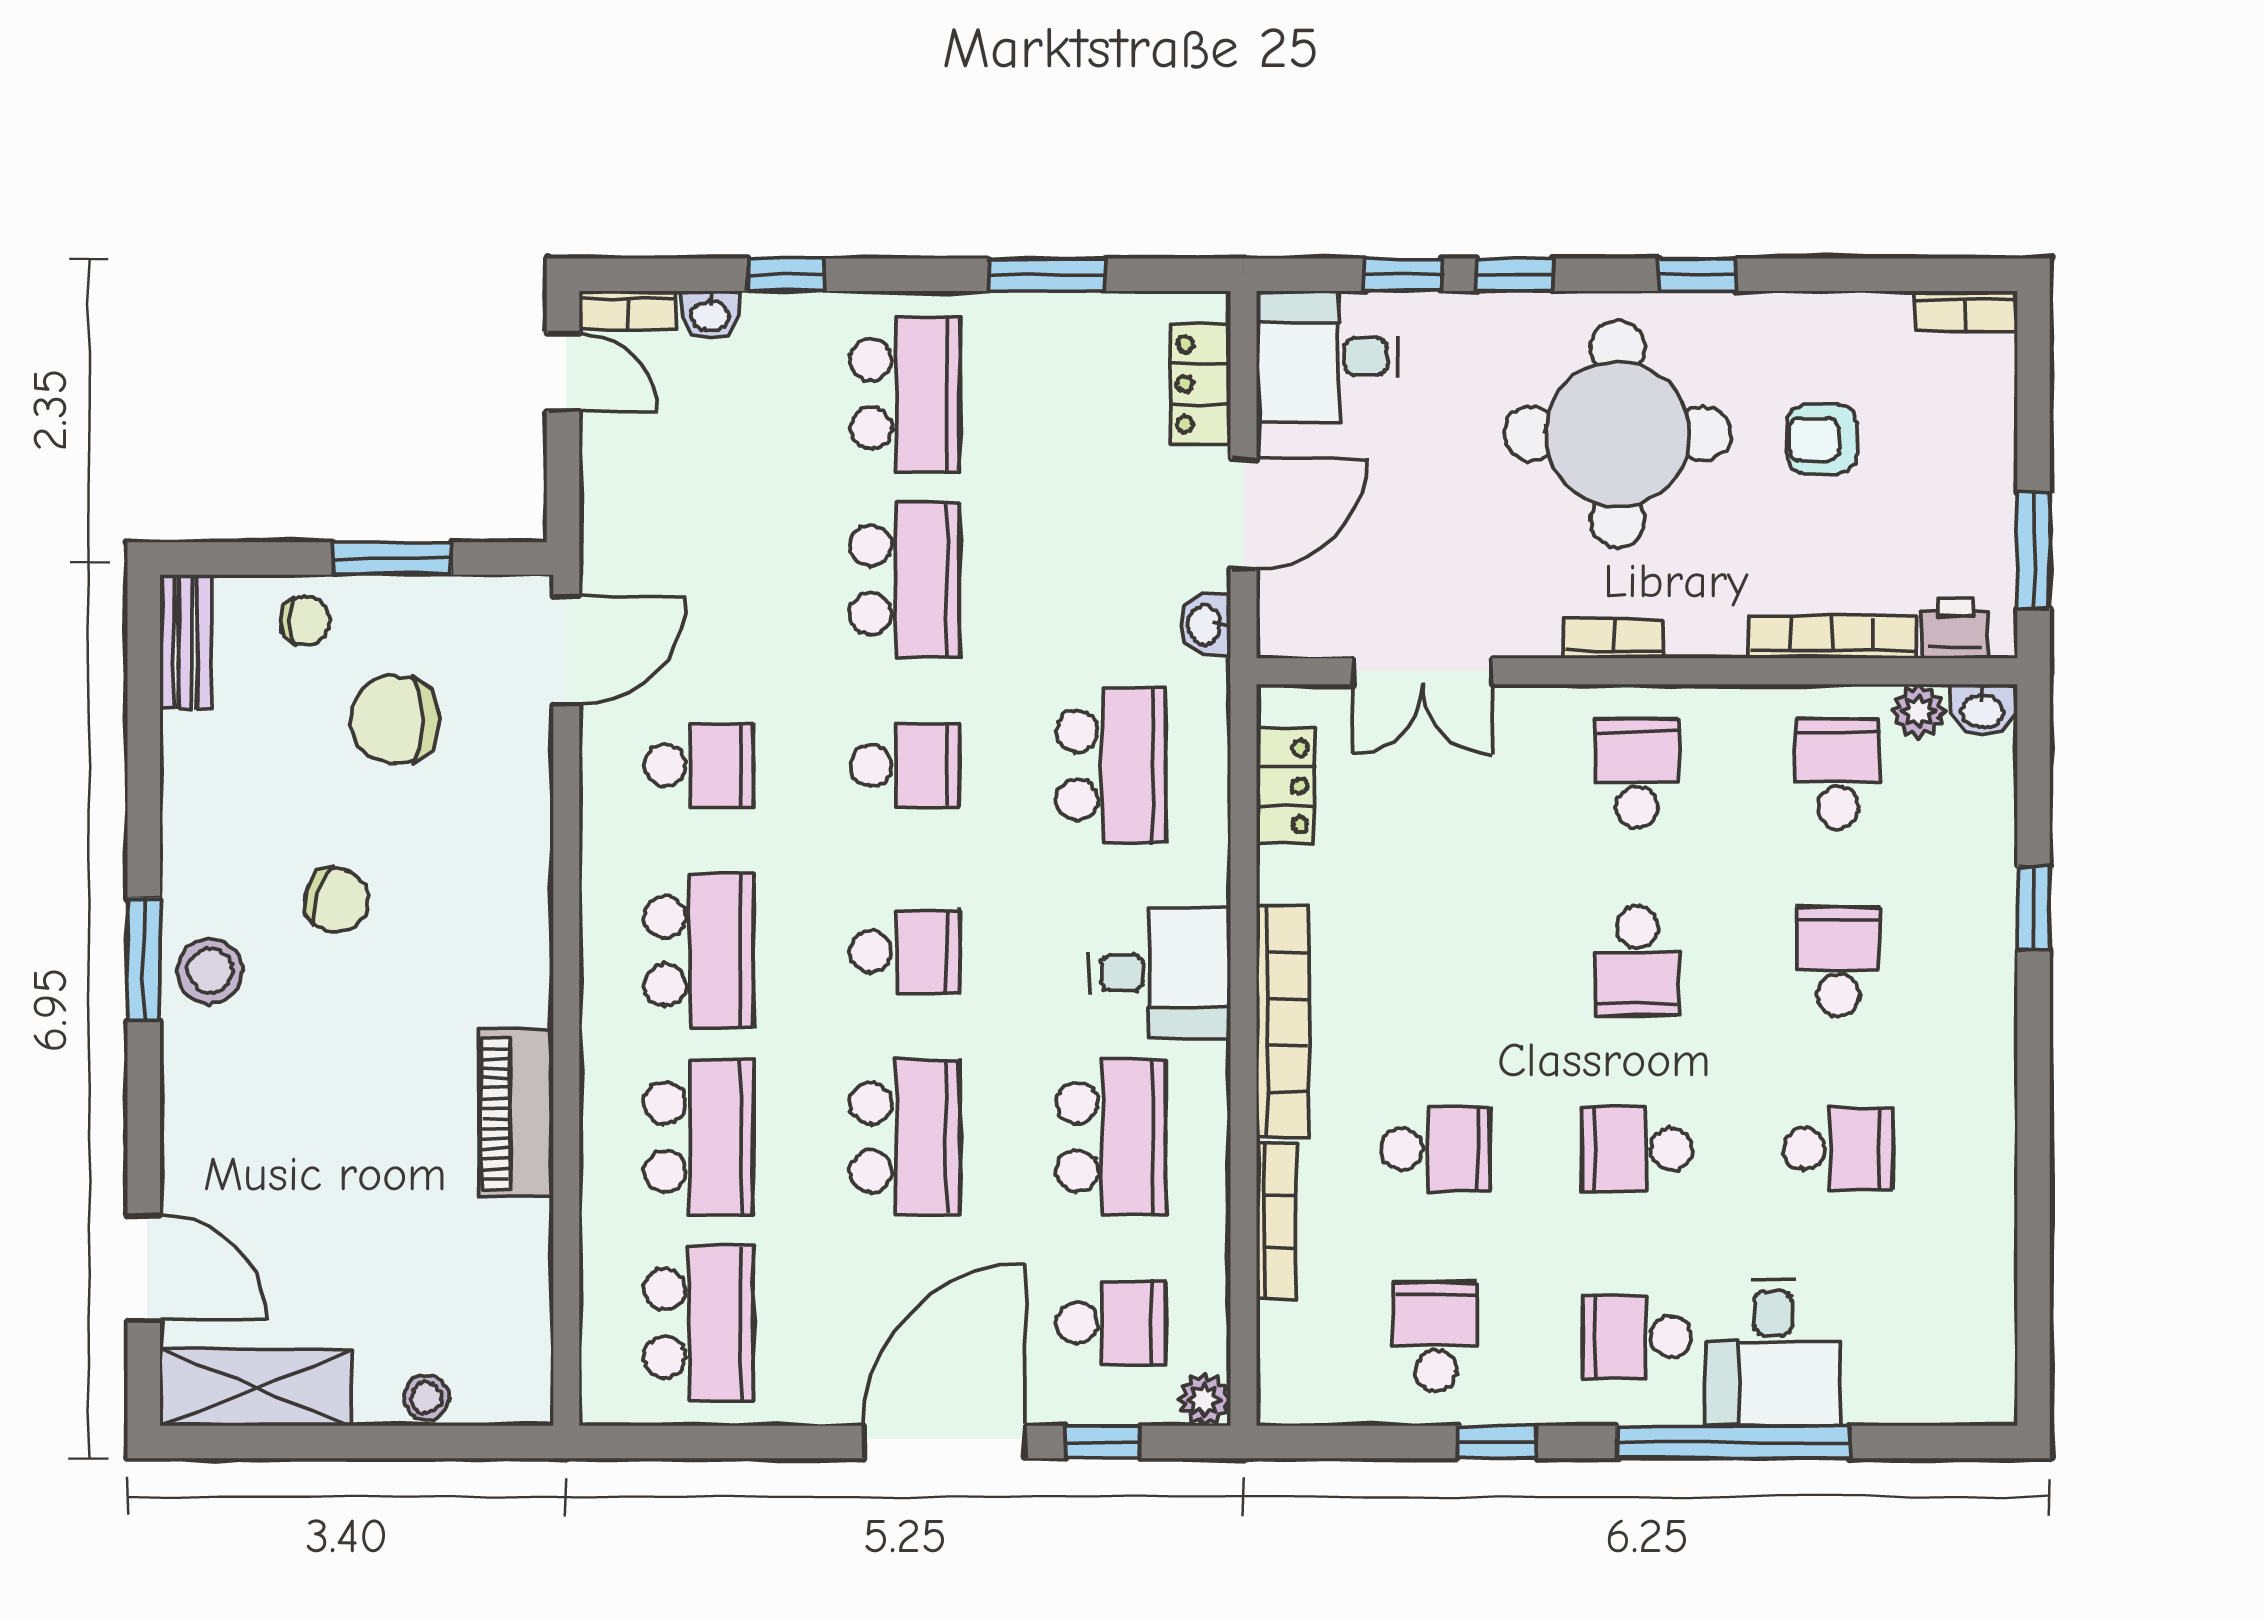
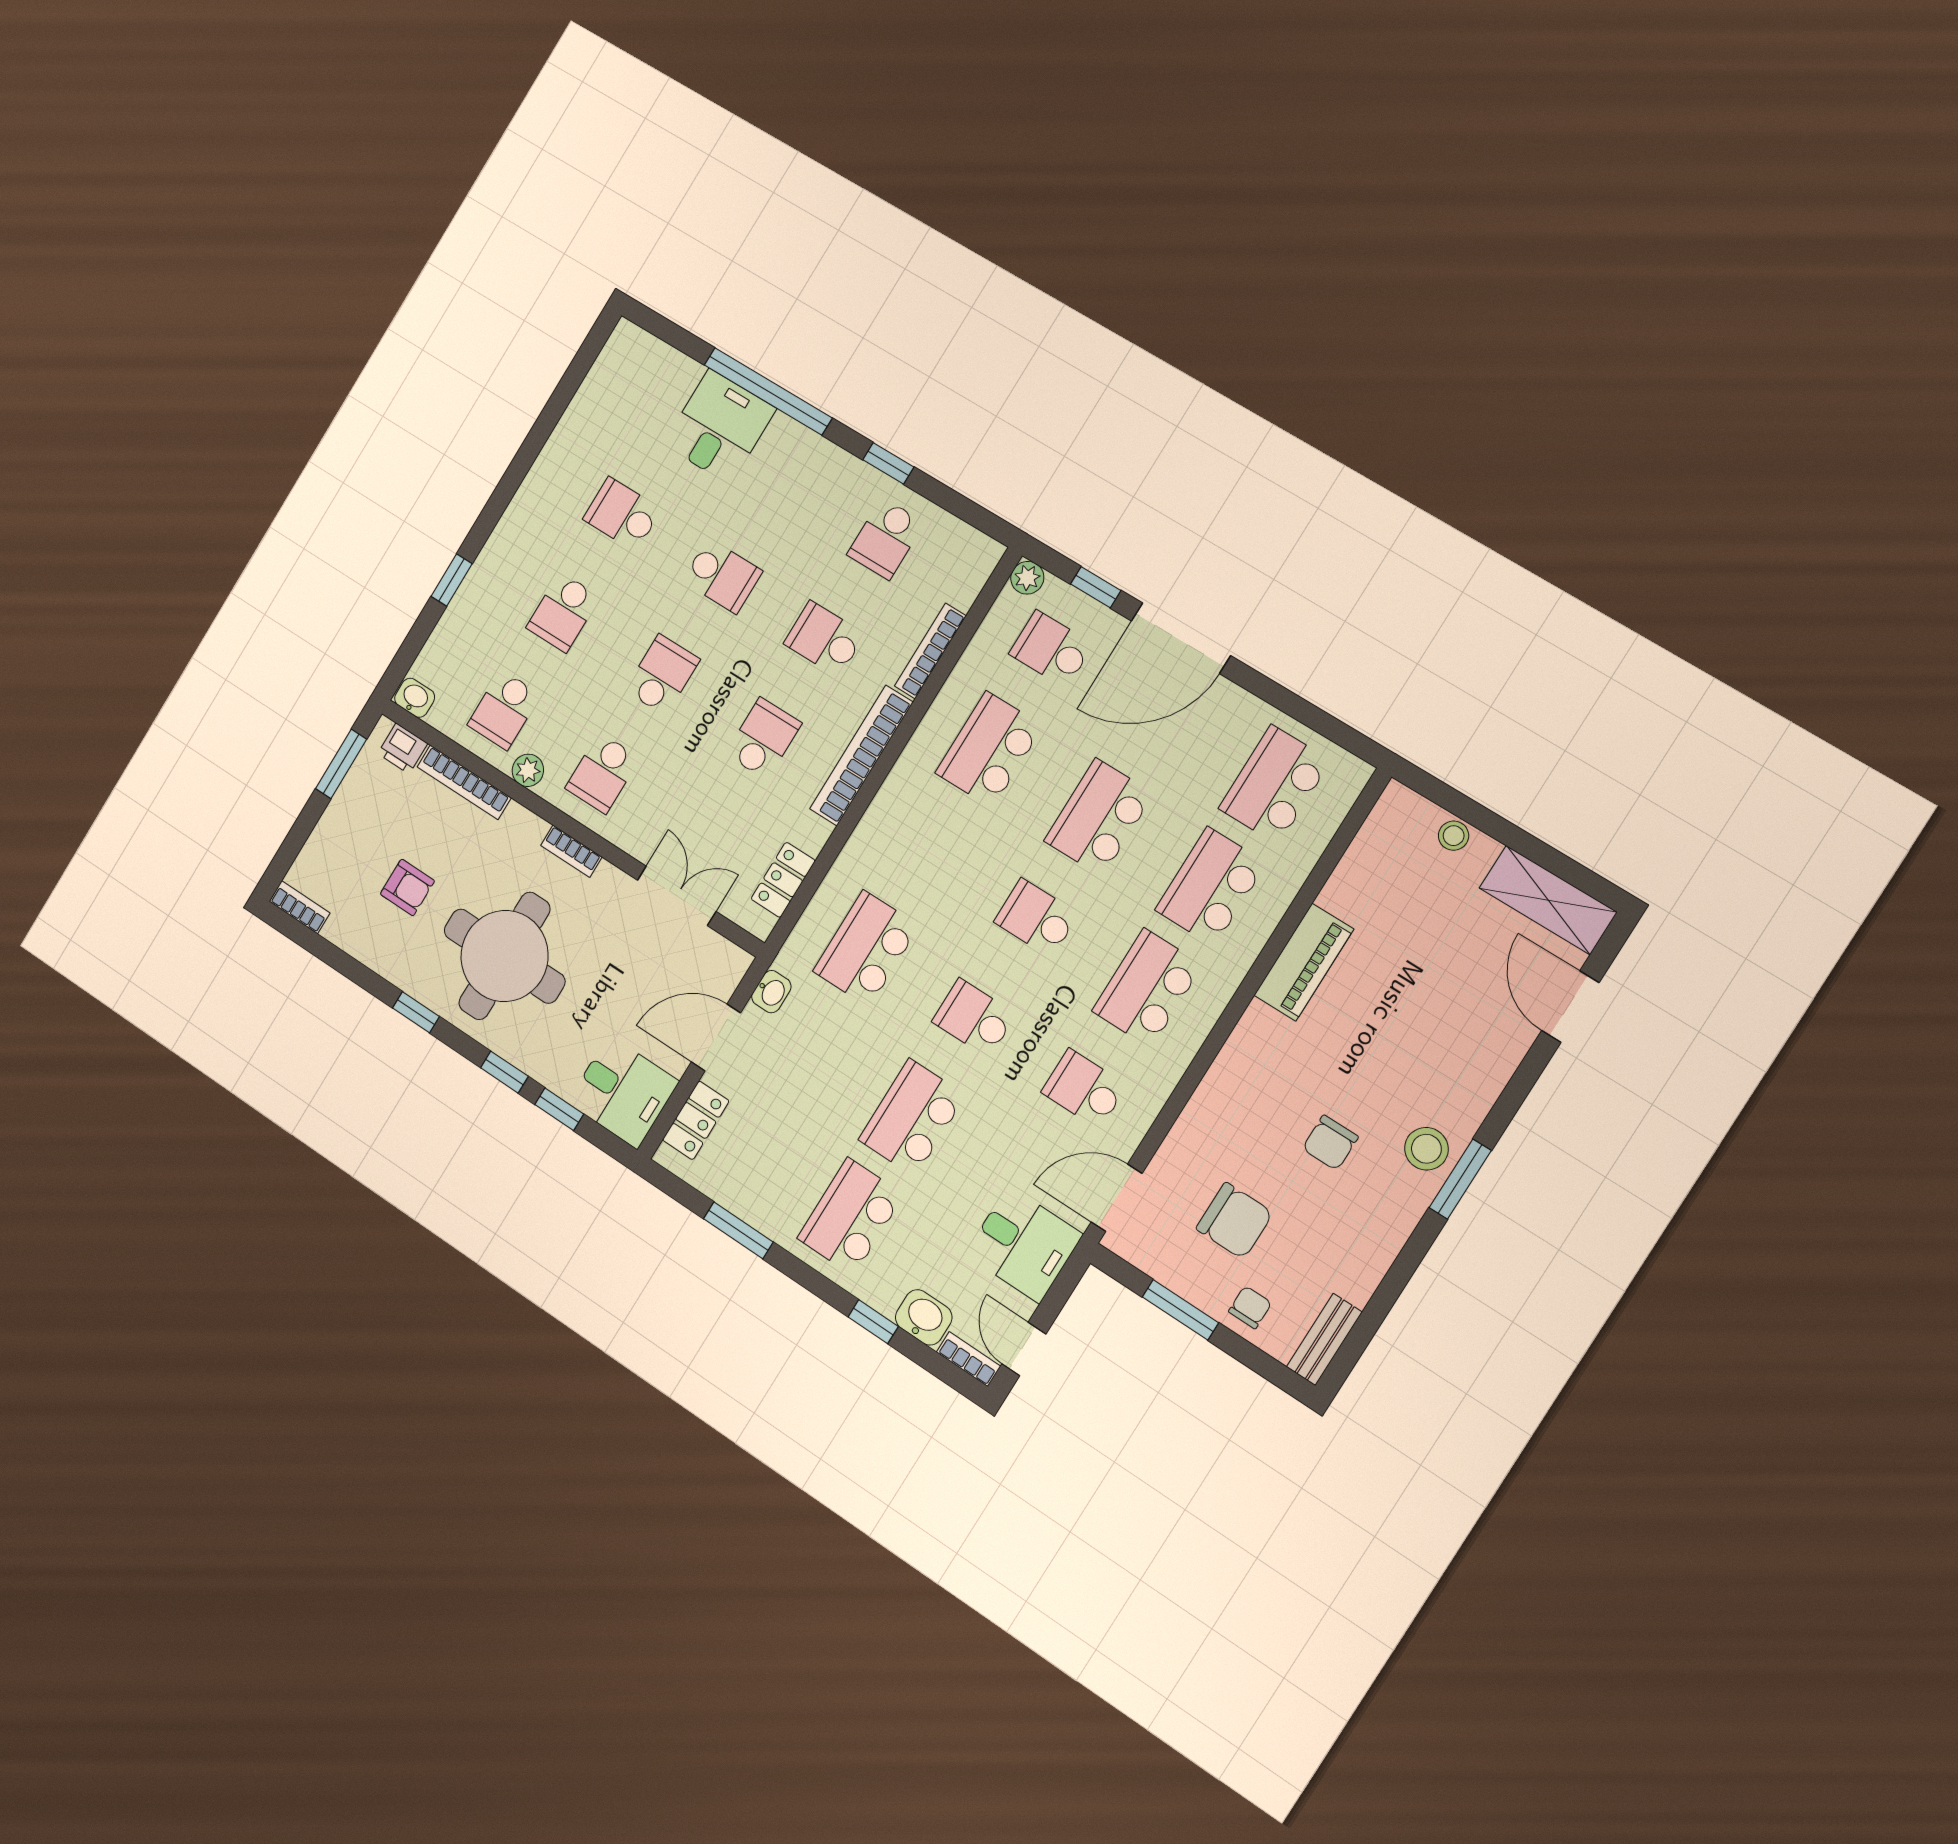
washbasin: (710, 315) -> (924, 1317), width x1.38, depth x1.45
chair: (305, 621) -> (1250, 1307), turned 90
plant: (1919, 711) -> (528, 770), moved
chair: (336, 900) -> (1330, 1143), turned -108
desk: (1160, 973) -> (1024, 1244), moved, turned 180
school desk: (1637, 1337) -> (763, 739), moved, turned -90

